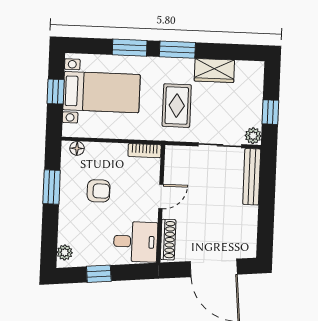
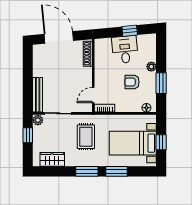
wardrobe: (214, 71) -> (52, 159), moved
door: (161, 196) -> (93, 95), moved
desk: (136, 242) -> (125, 50), moved, turned 85
plant: (65, 252) -> (151, 67), moved

